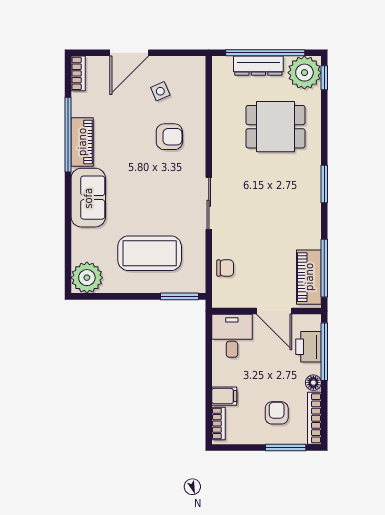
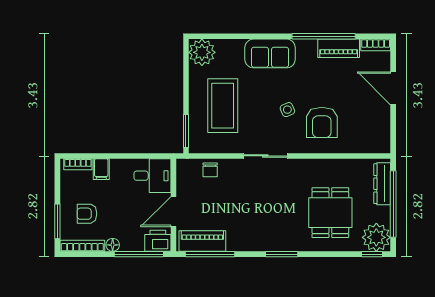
dresser: (258, 66) -> (382, 184), moved
side table: (160, 91) -> (287, 110), moved
armchair: (169, 137) -> (322, 122), width x1.38, depth x1.38
piano: (82, 142) -> (339, 48), moved
printer: (308, 347) -> (158, 241), moved
armchair: (277, 413) -> (87, 214), turned 180

